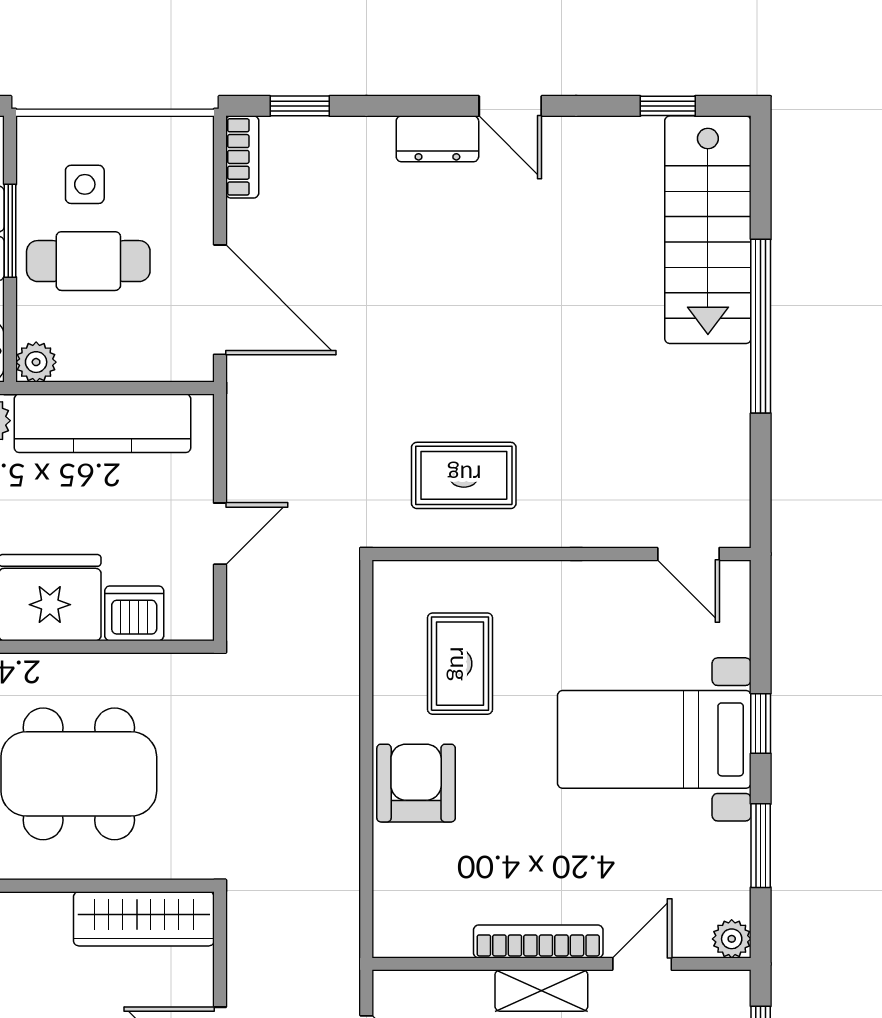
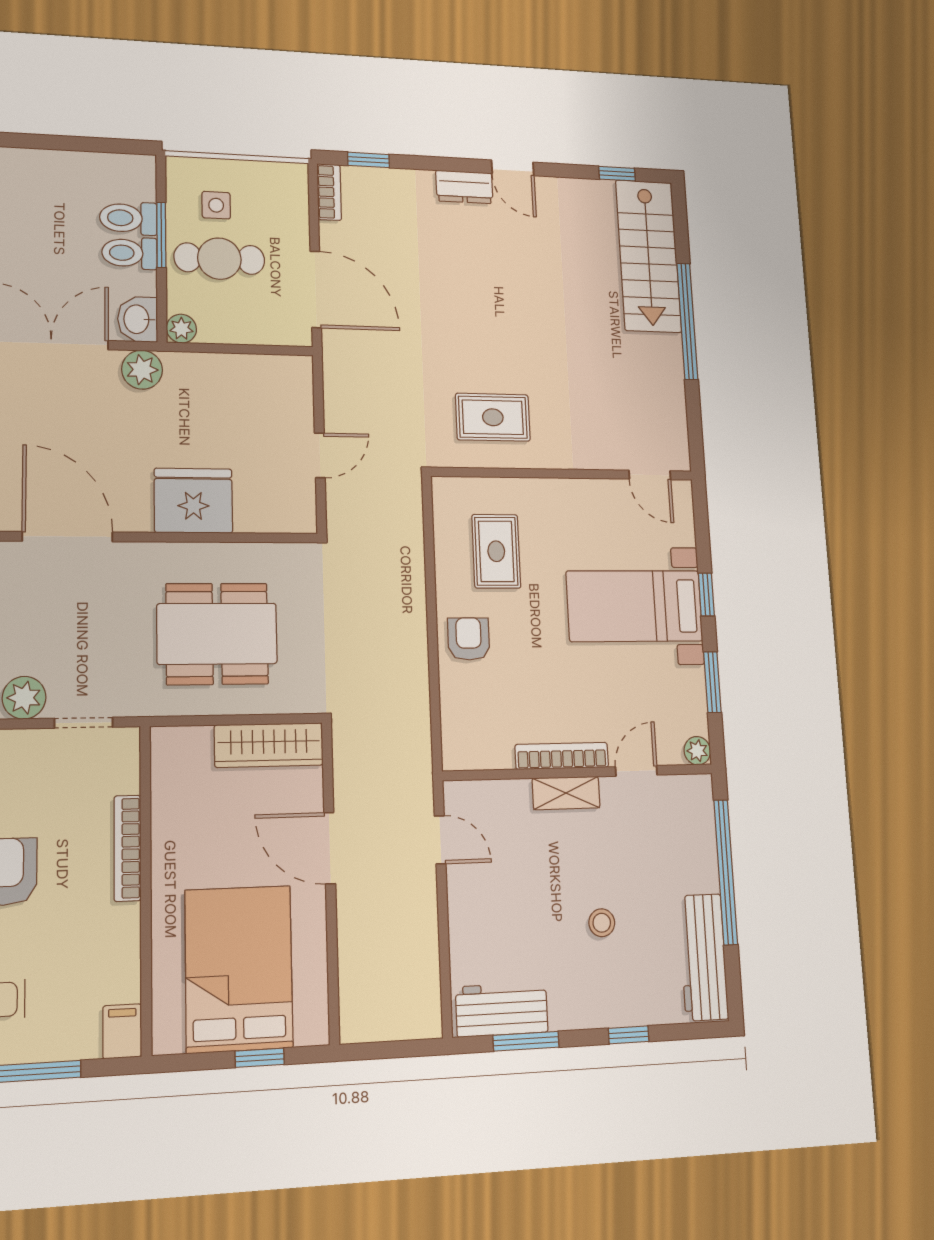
kitchen counter: (102, 423) -> (231, 374), removed
dishwasher: (134, 613) -> (257, 513), removed
armchair: (416, 783) -> (469, 639), width x0.72, depth x0.72

